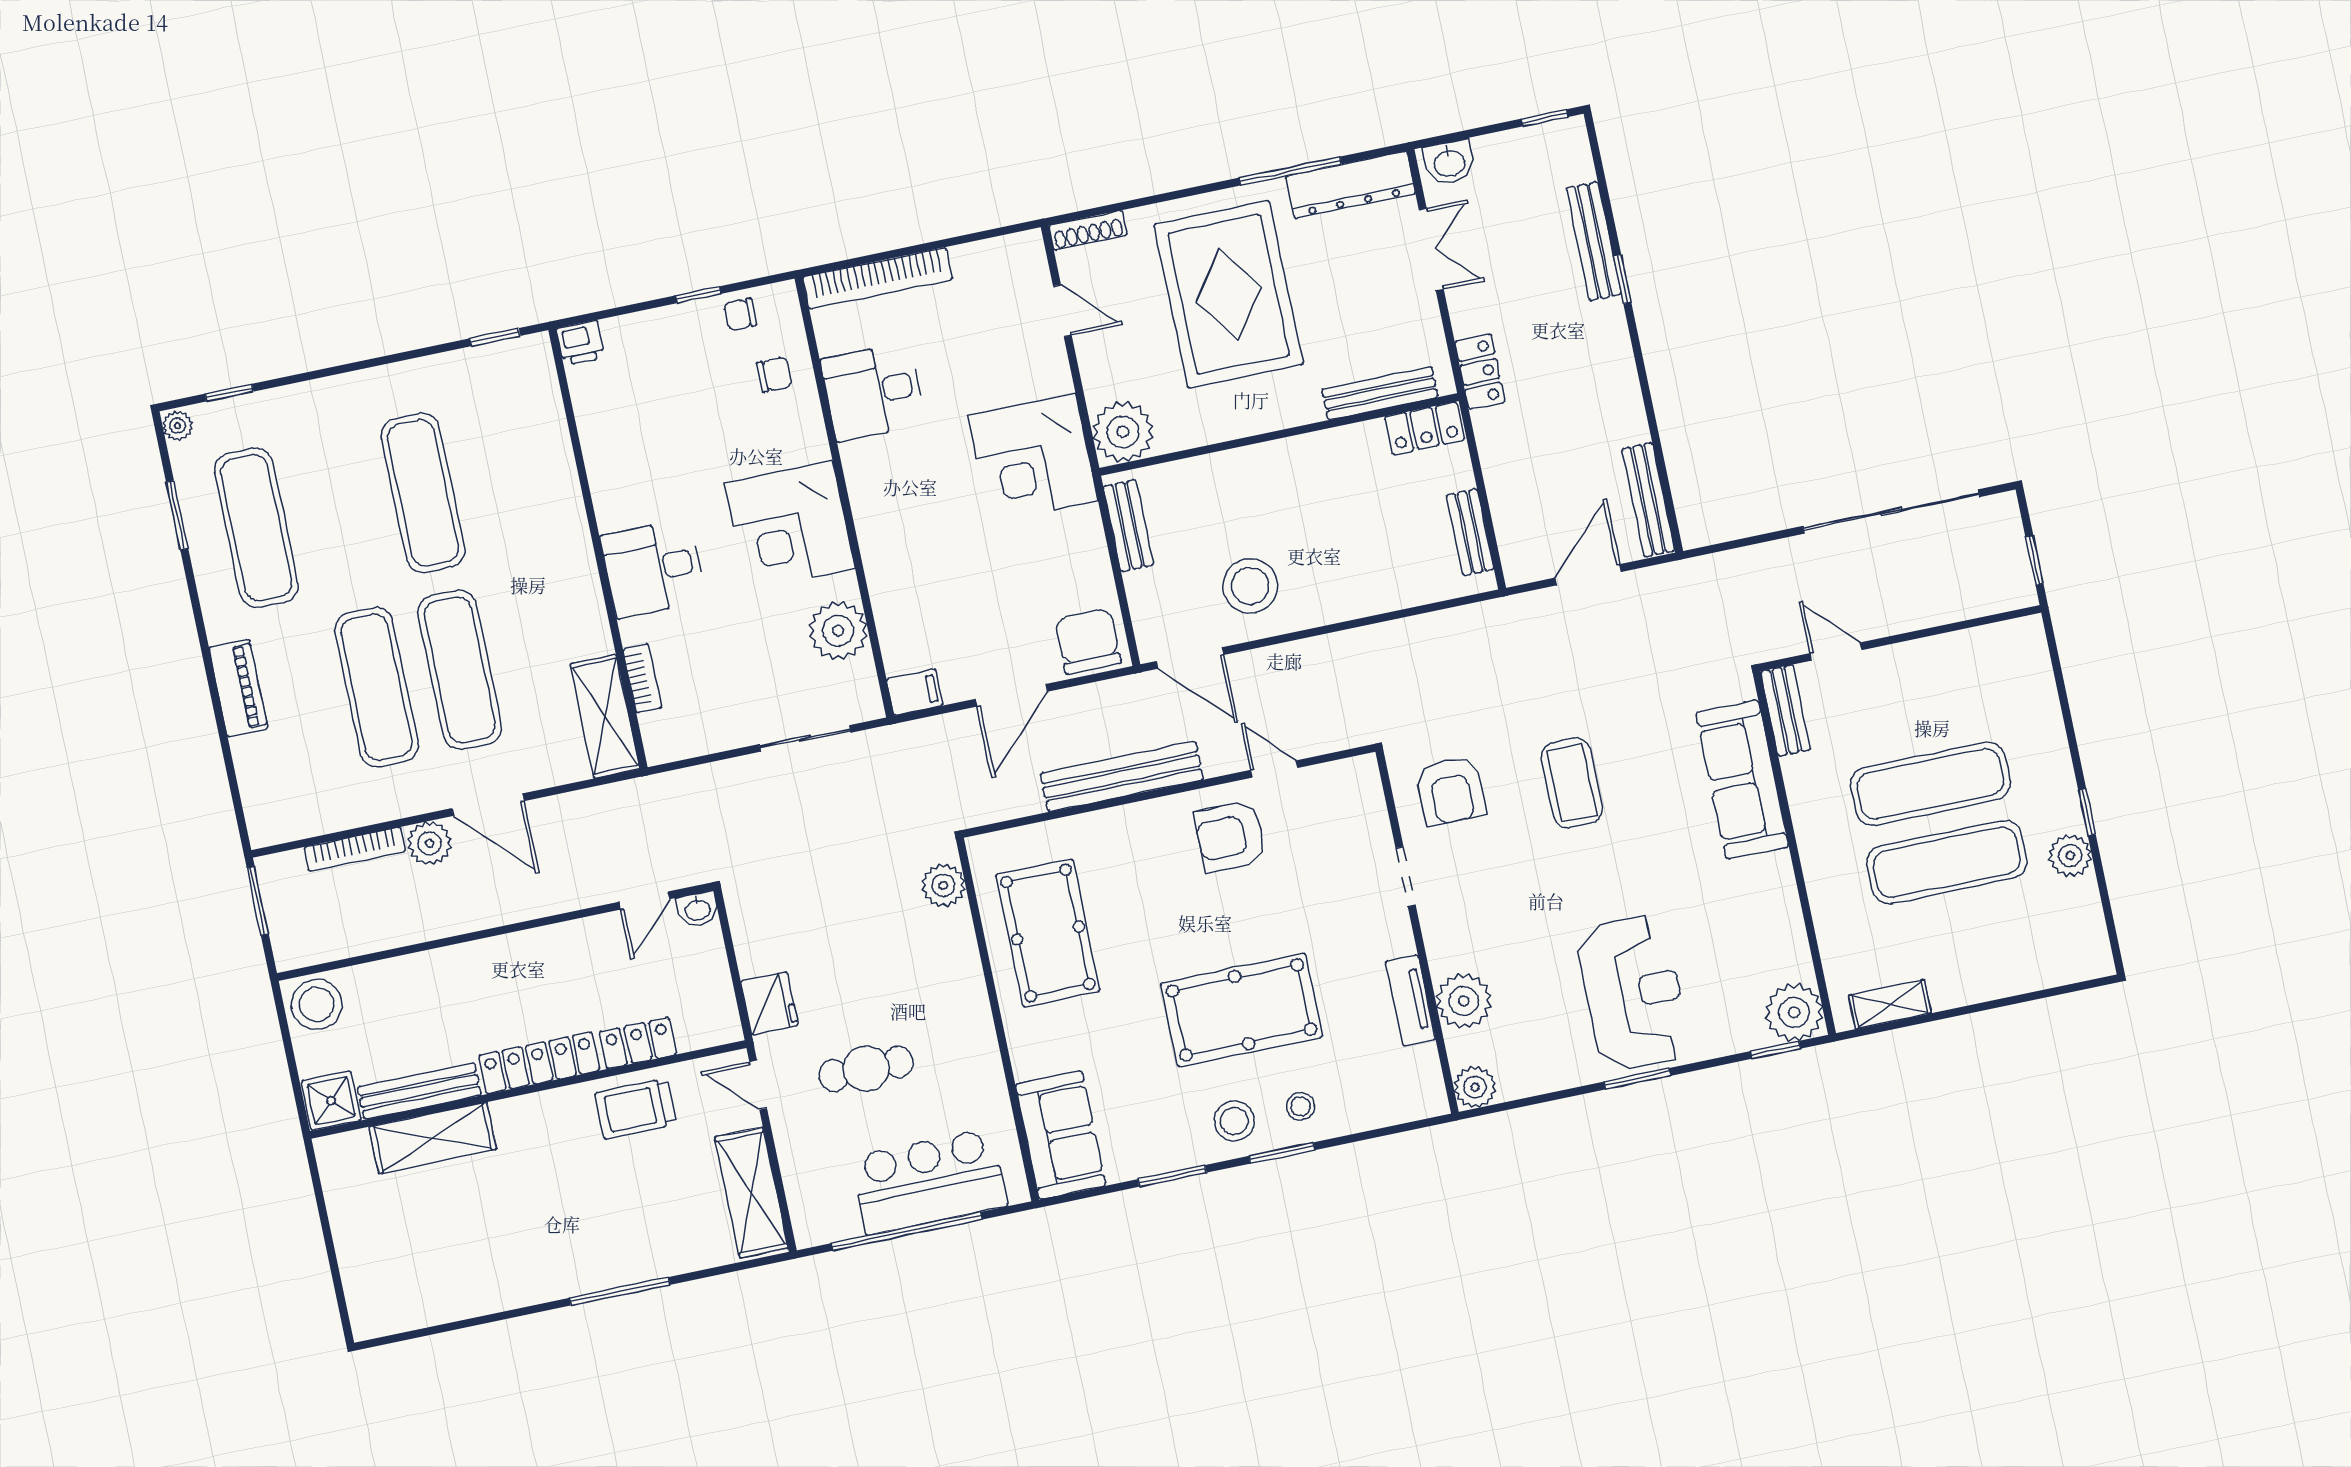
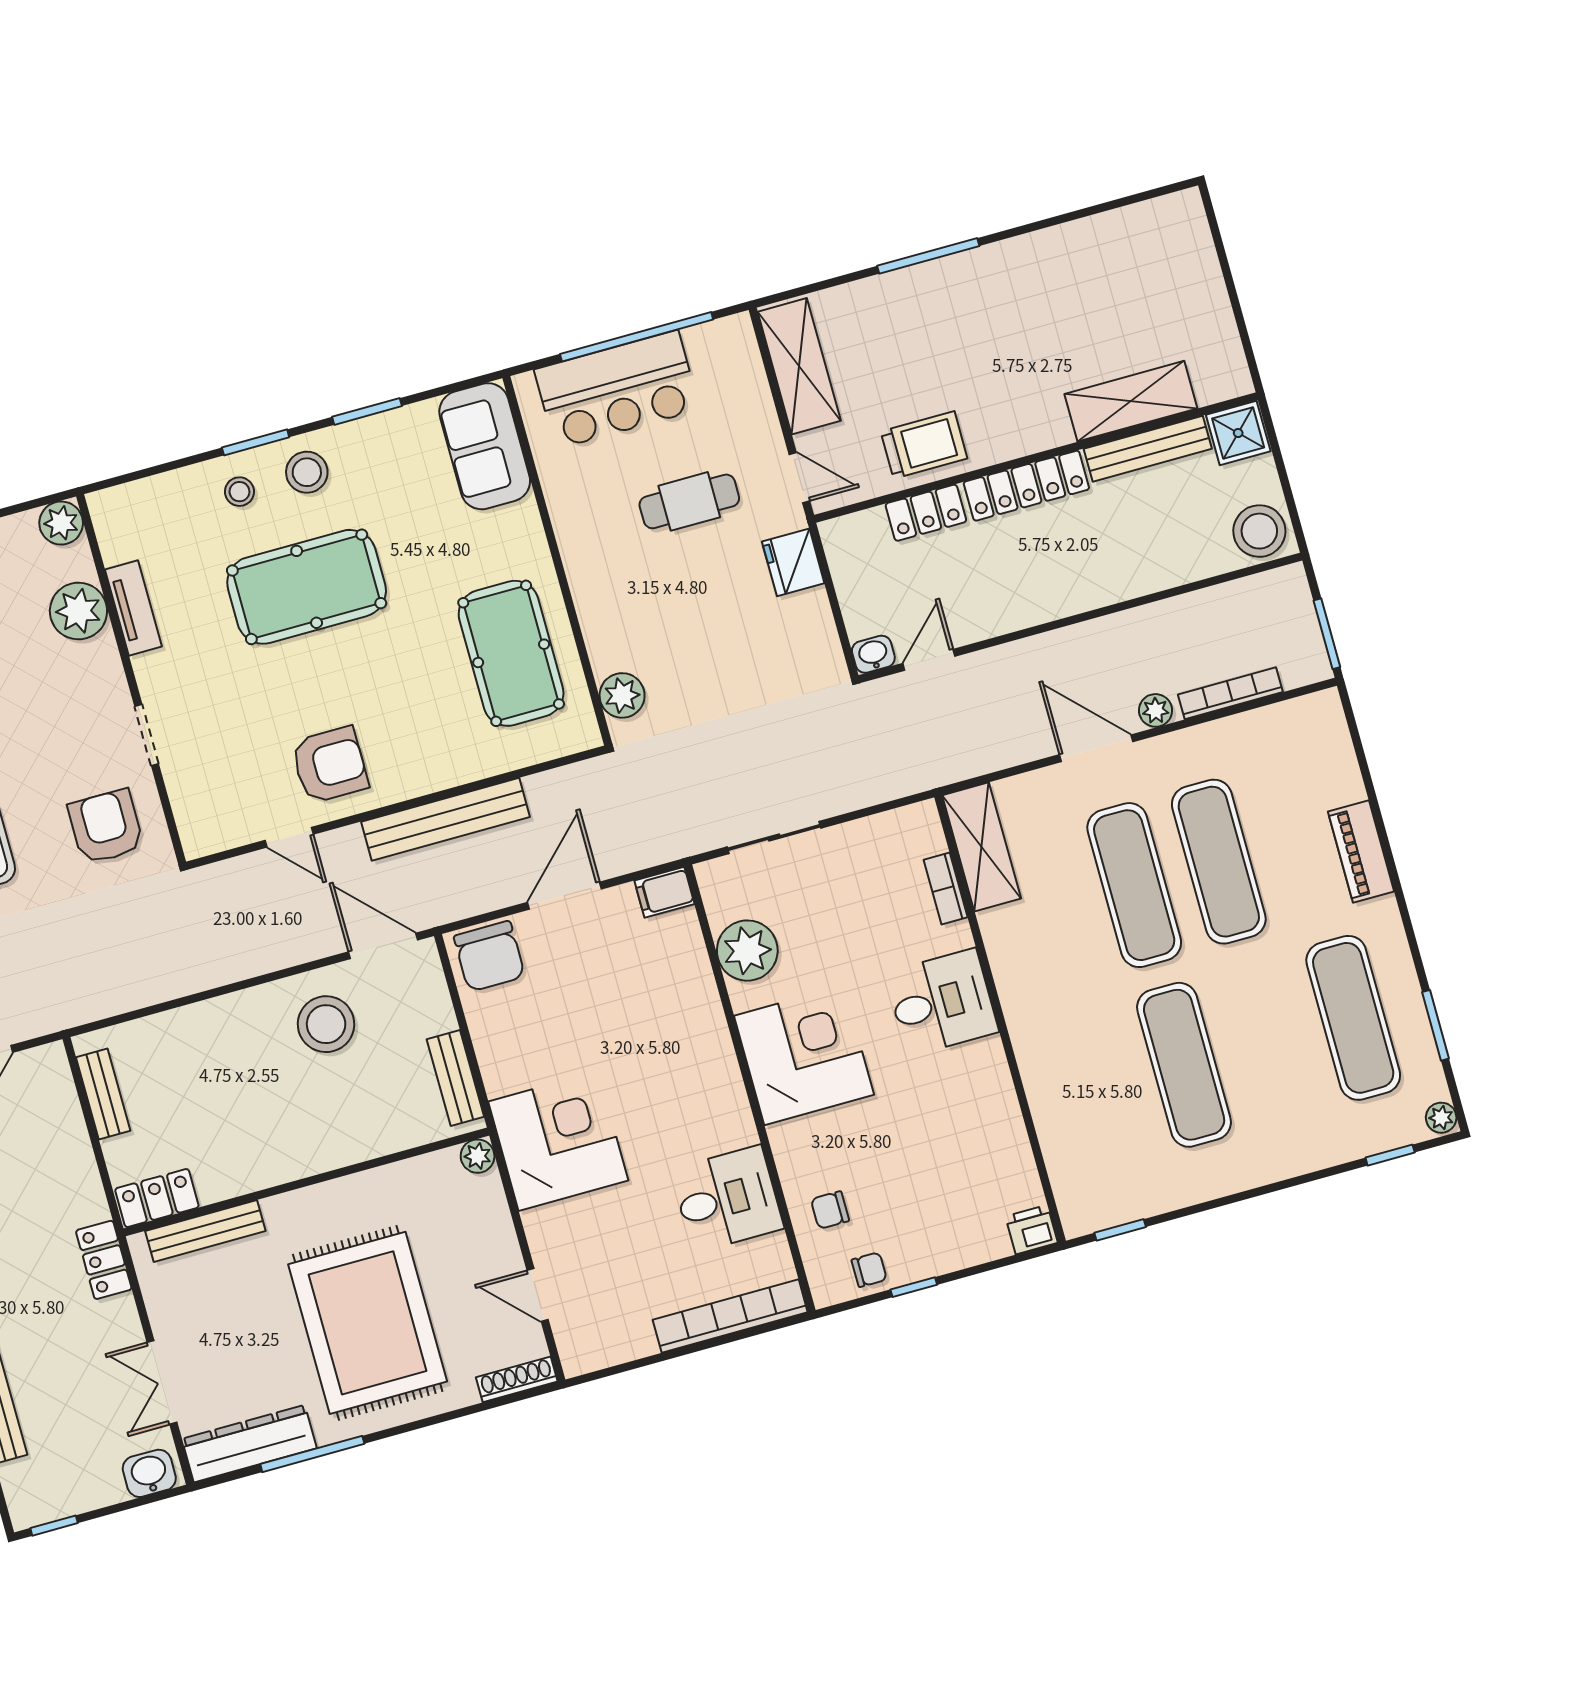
plant: (1123, 432) -> (478, 1156), width x0.53, depth x0.53
plant: (429, 843) -> (1156, 710), width x0.73, depth x0.73

